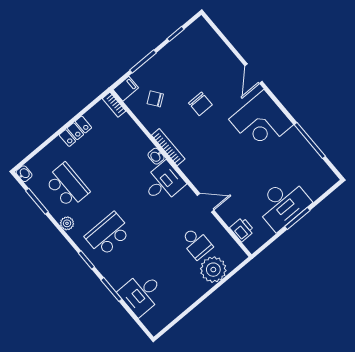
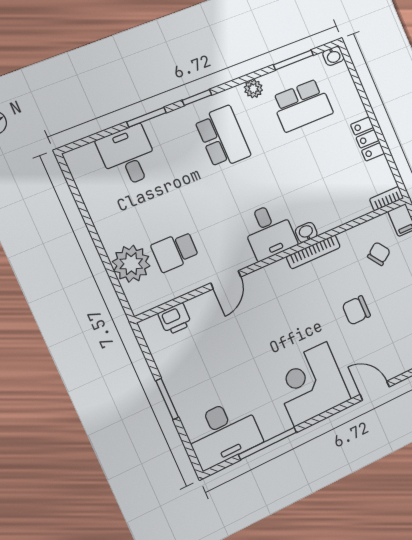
desk: (283, 204) -> (223, 433), moved, turned -90

